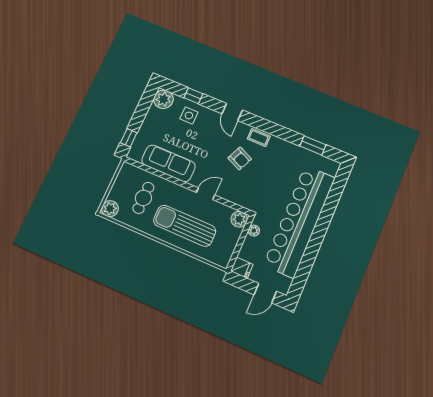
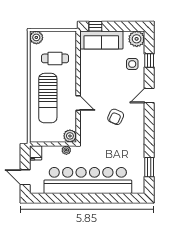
coffee table: (259, 138) -> (138, 124), removed
sofa: (168, 163) -> (101, 40), moved, turned 90
sun lounger: (185, 226) -> (48, 98), turned 180

